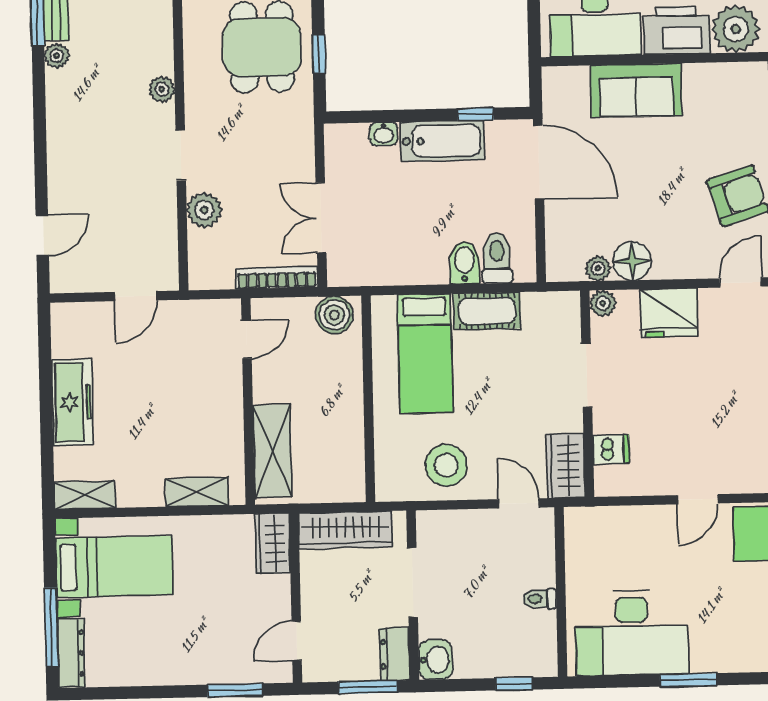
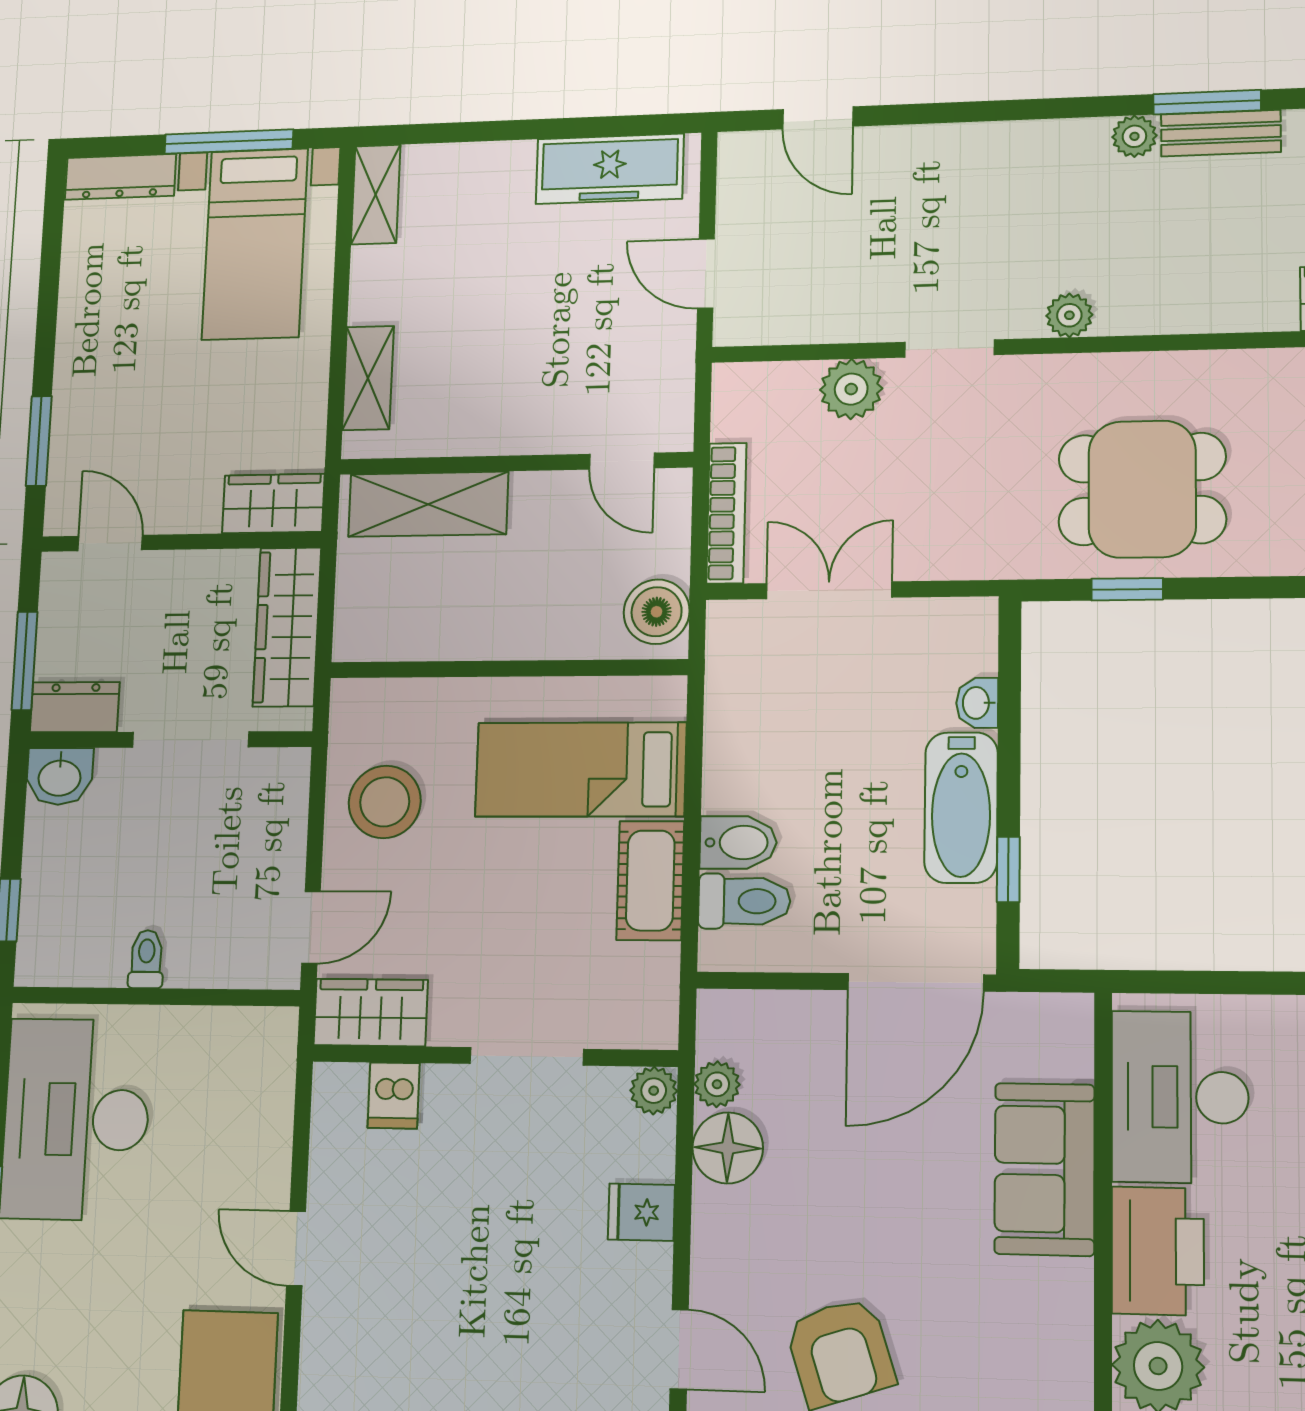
fridge: (669, 313) -> (641, 1212), width x0.53, depth x0.75
freezer: (72, 402) -> (610, 169), moved
window: (51, 627) -> (229, 142), moved

